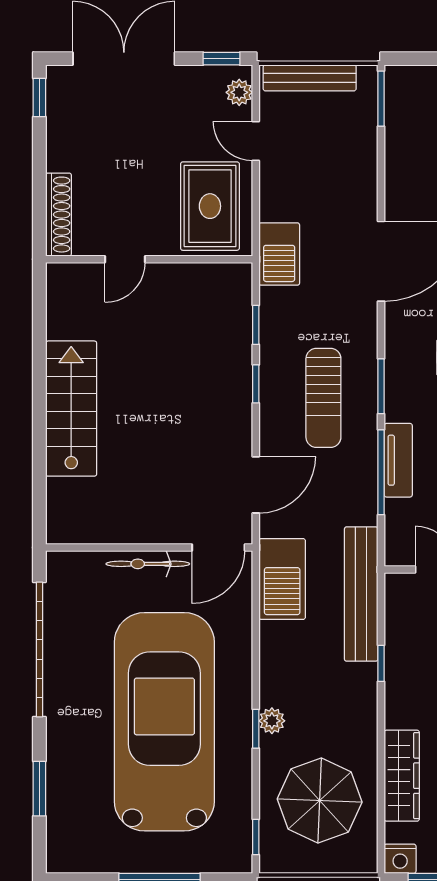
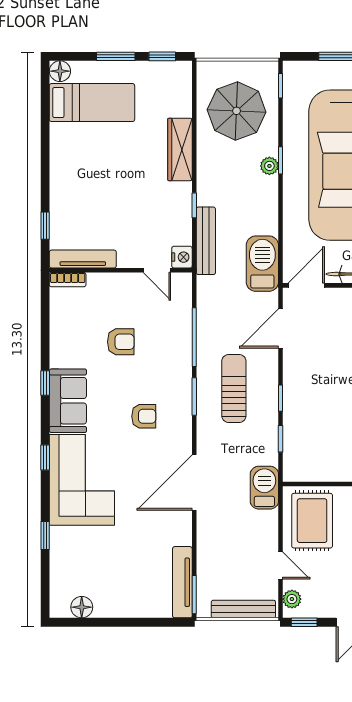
tv unit: (398, 460) -> (182, 582), moved, width x1.41
bench: (361, 594) -> (206, 241), width x0.73, depth x0.82
wardrobe: (402, 776) -> (180, 149), moved
nightstand: (400, 859) -> (182, 257), moved, turned 90

